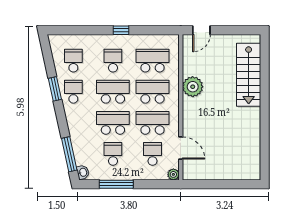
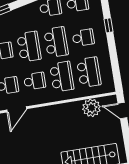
window: (121, 30) -> (108, 25), moved
plant: (193, 87) -> (91, 108), moved
school desk: (152, 123) -> (35, 81), width x0.54

